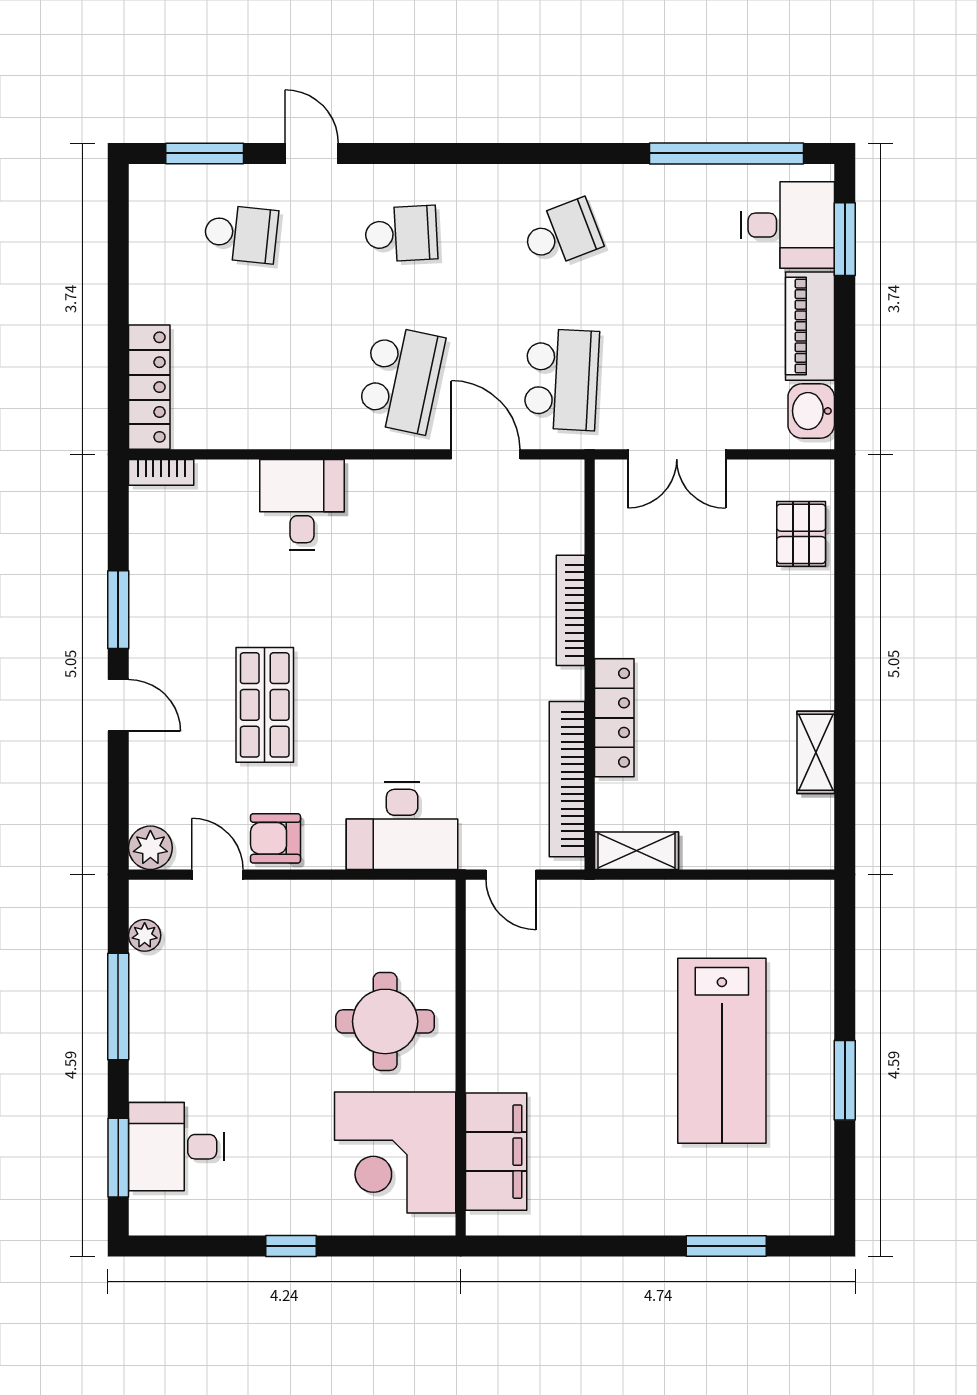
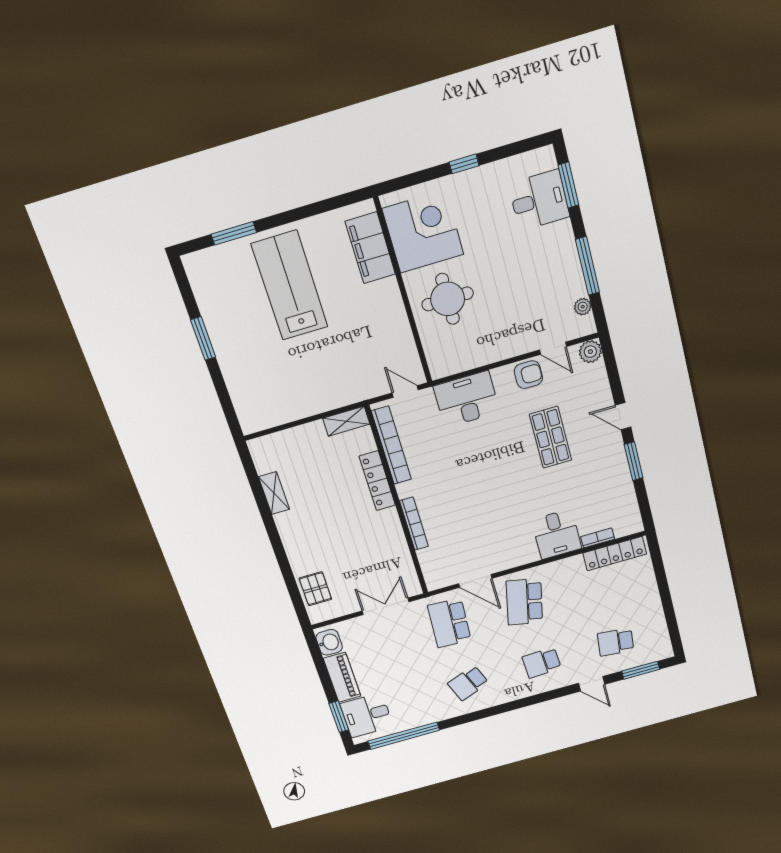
locker: (149, 387) -> (615, 554), moved, turned -90
bookcase: (161, 472) -> (598, 538), moved
lab bench: (722, 1051) -> (290, 286), moved

